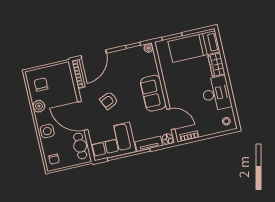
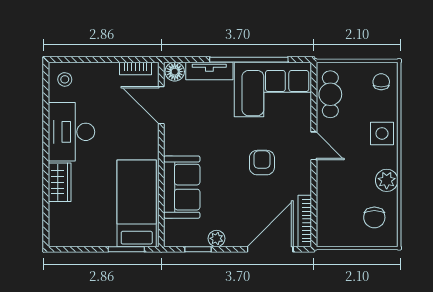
bed: (194, 47) -> (137, 203), moved, turned -90
plant: (148, 48) -> (217, 238), moved
sofa: (153, 93) -> (182, 187), moved
armchair: (109, 100) -> (262, 163), turned -65
door: (83, 116) -> (314, 146), width x0.53

